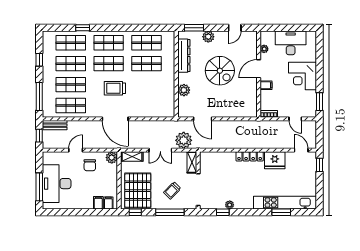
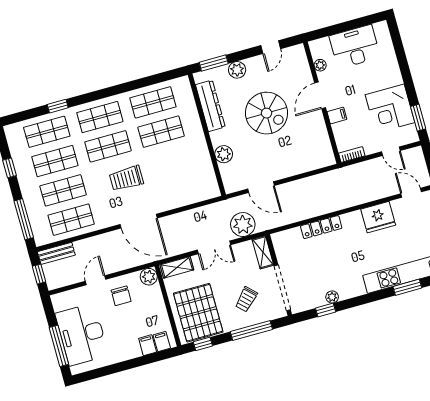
corner desk: (303, 76) -> (390, 109), moved
locker: (250, 156) -> (321, 227), moved

